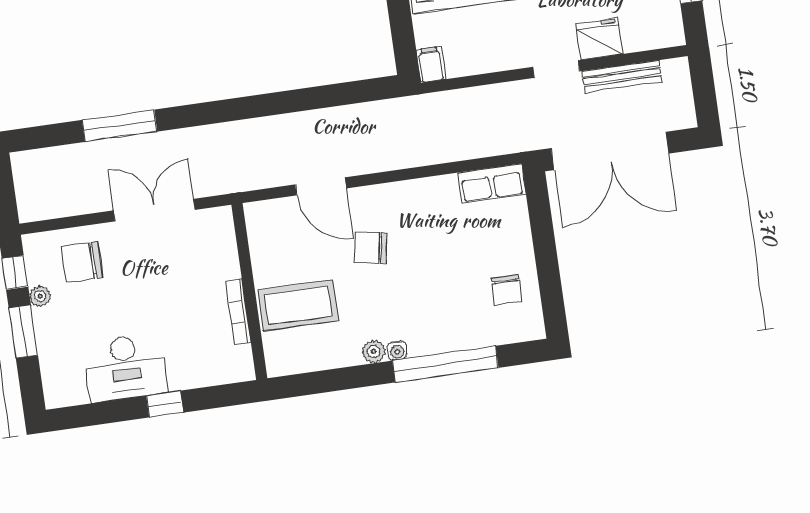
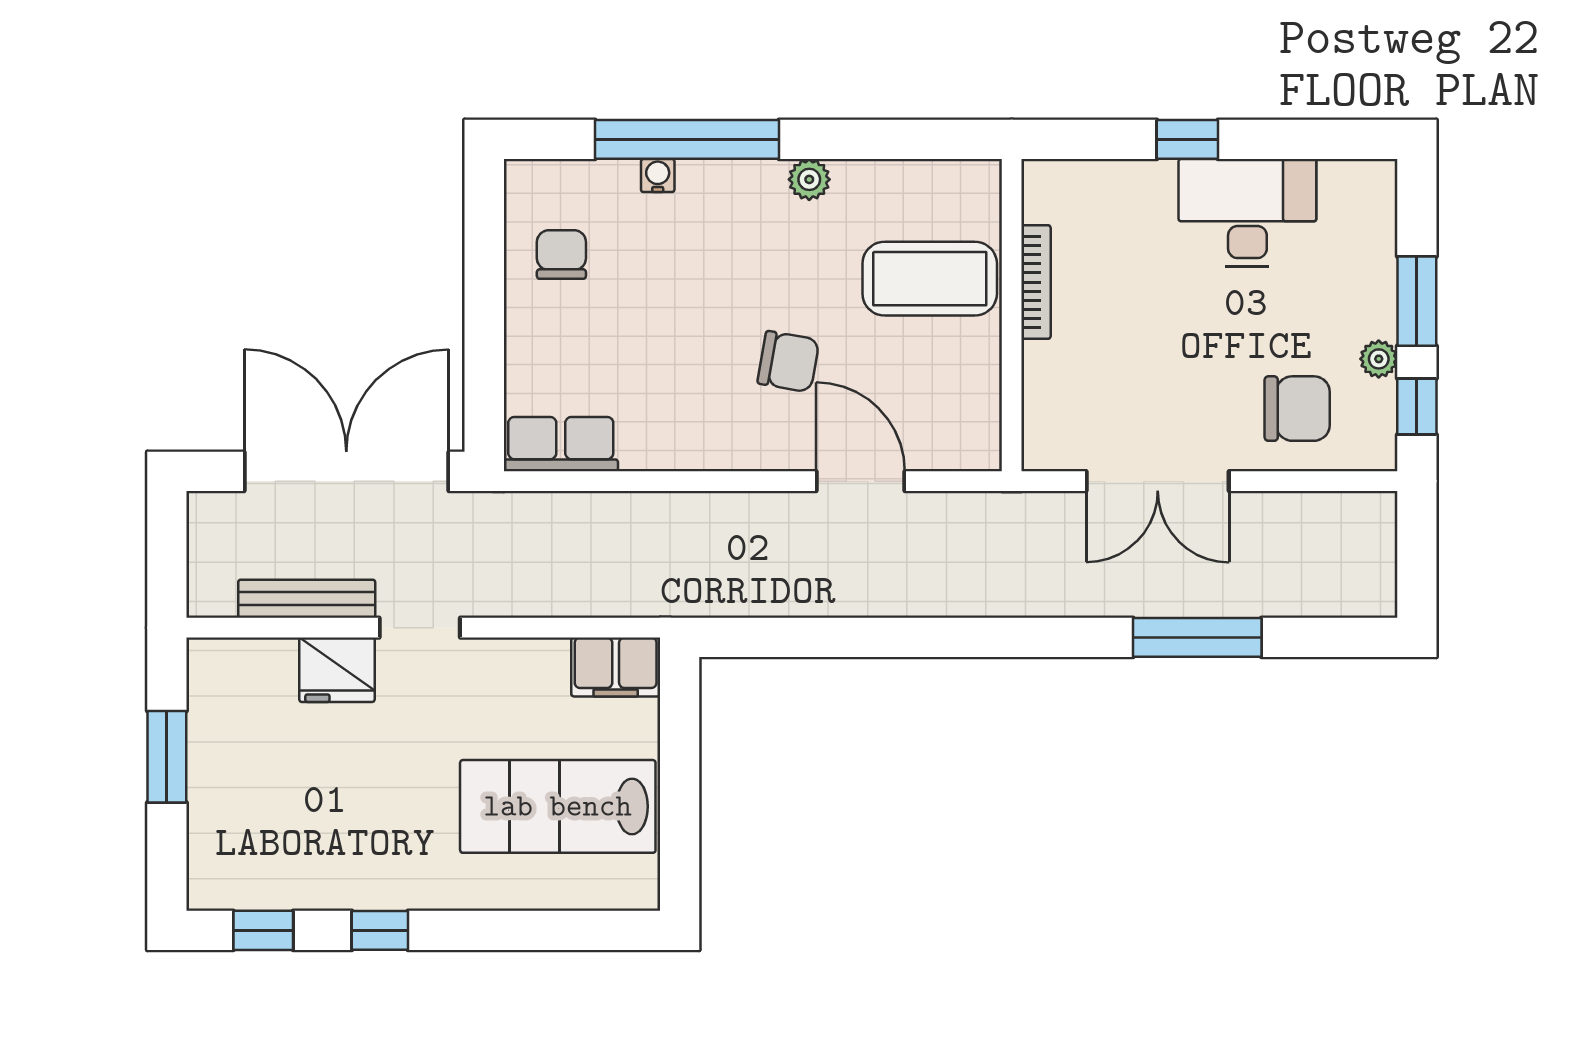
filing cabinet: (431, 65) -> (616, 667), width x2.00
water cooler: (397, 350) -> (658, 175), moved

